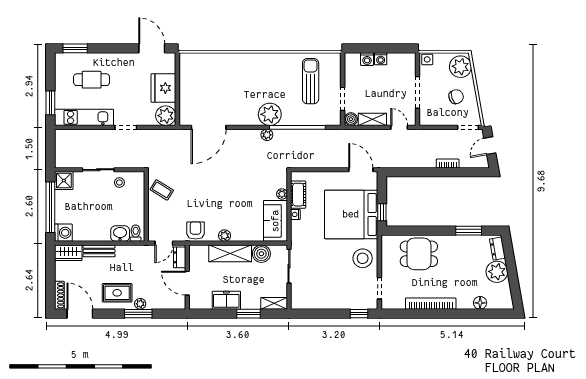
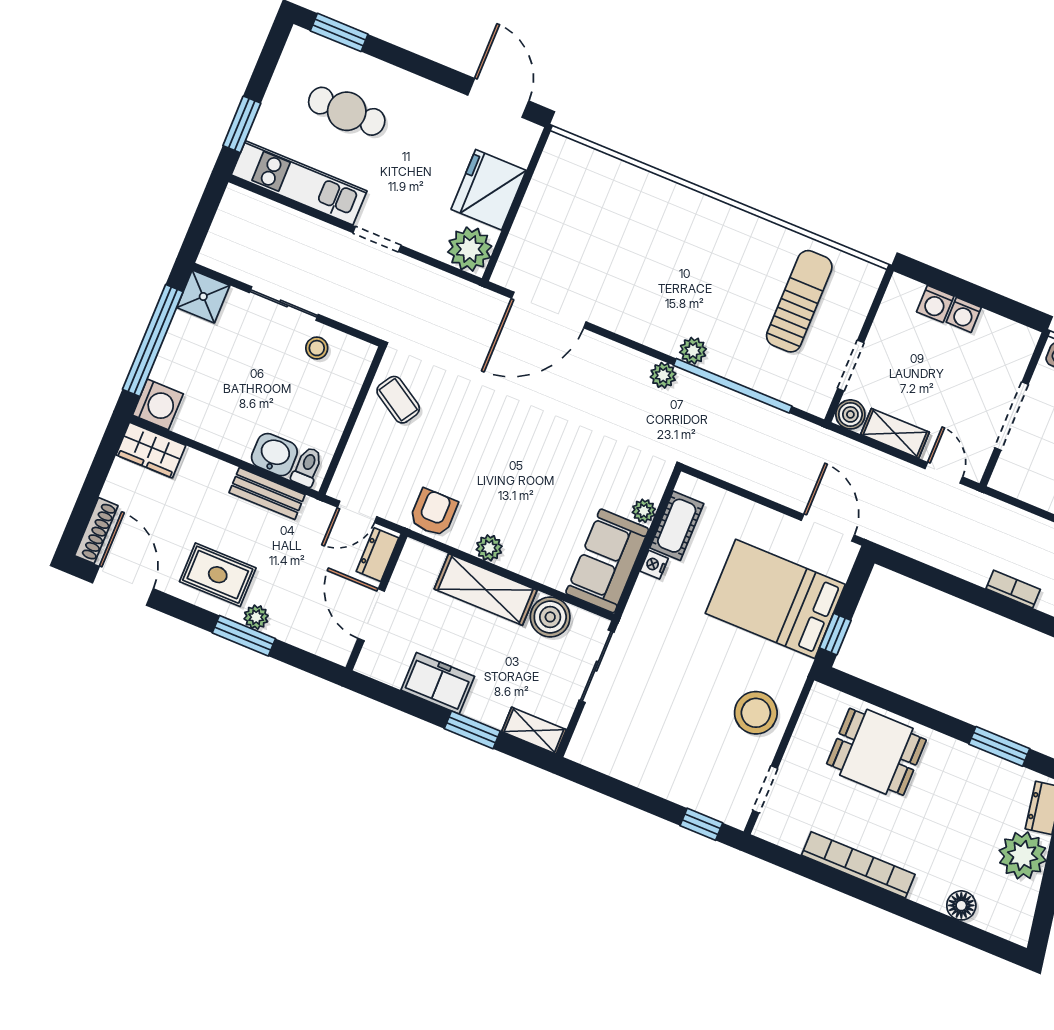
plant: (270, 114) -> (693, 351), width x0.53, depth x0.53
bed: (351, 214) -> (775, 599), width x0.73
bench: (99, 251) -> (267, 494), moved

